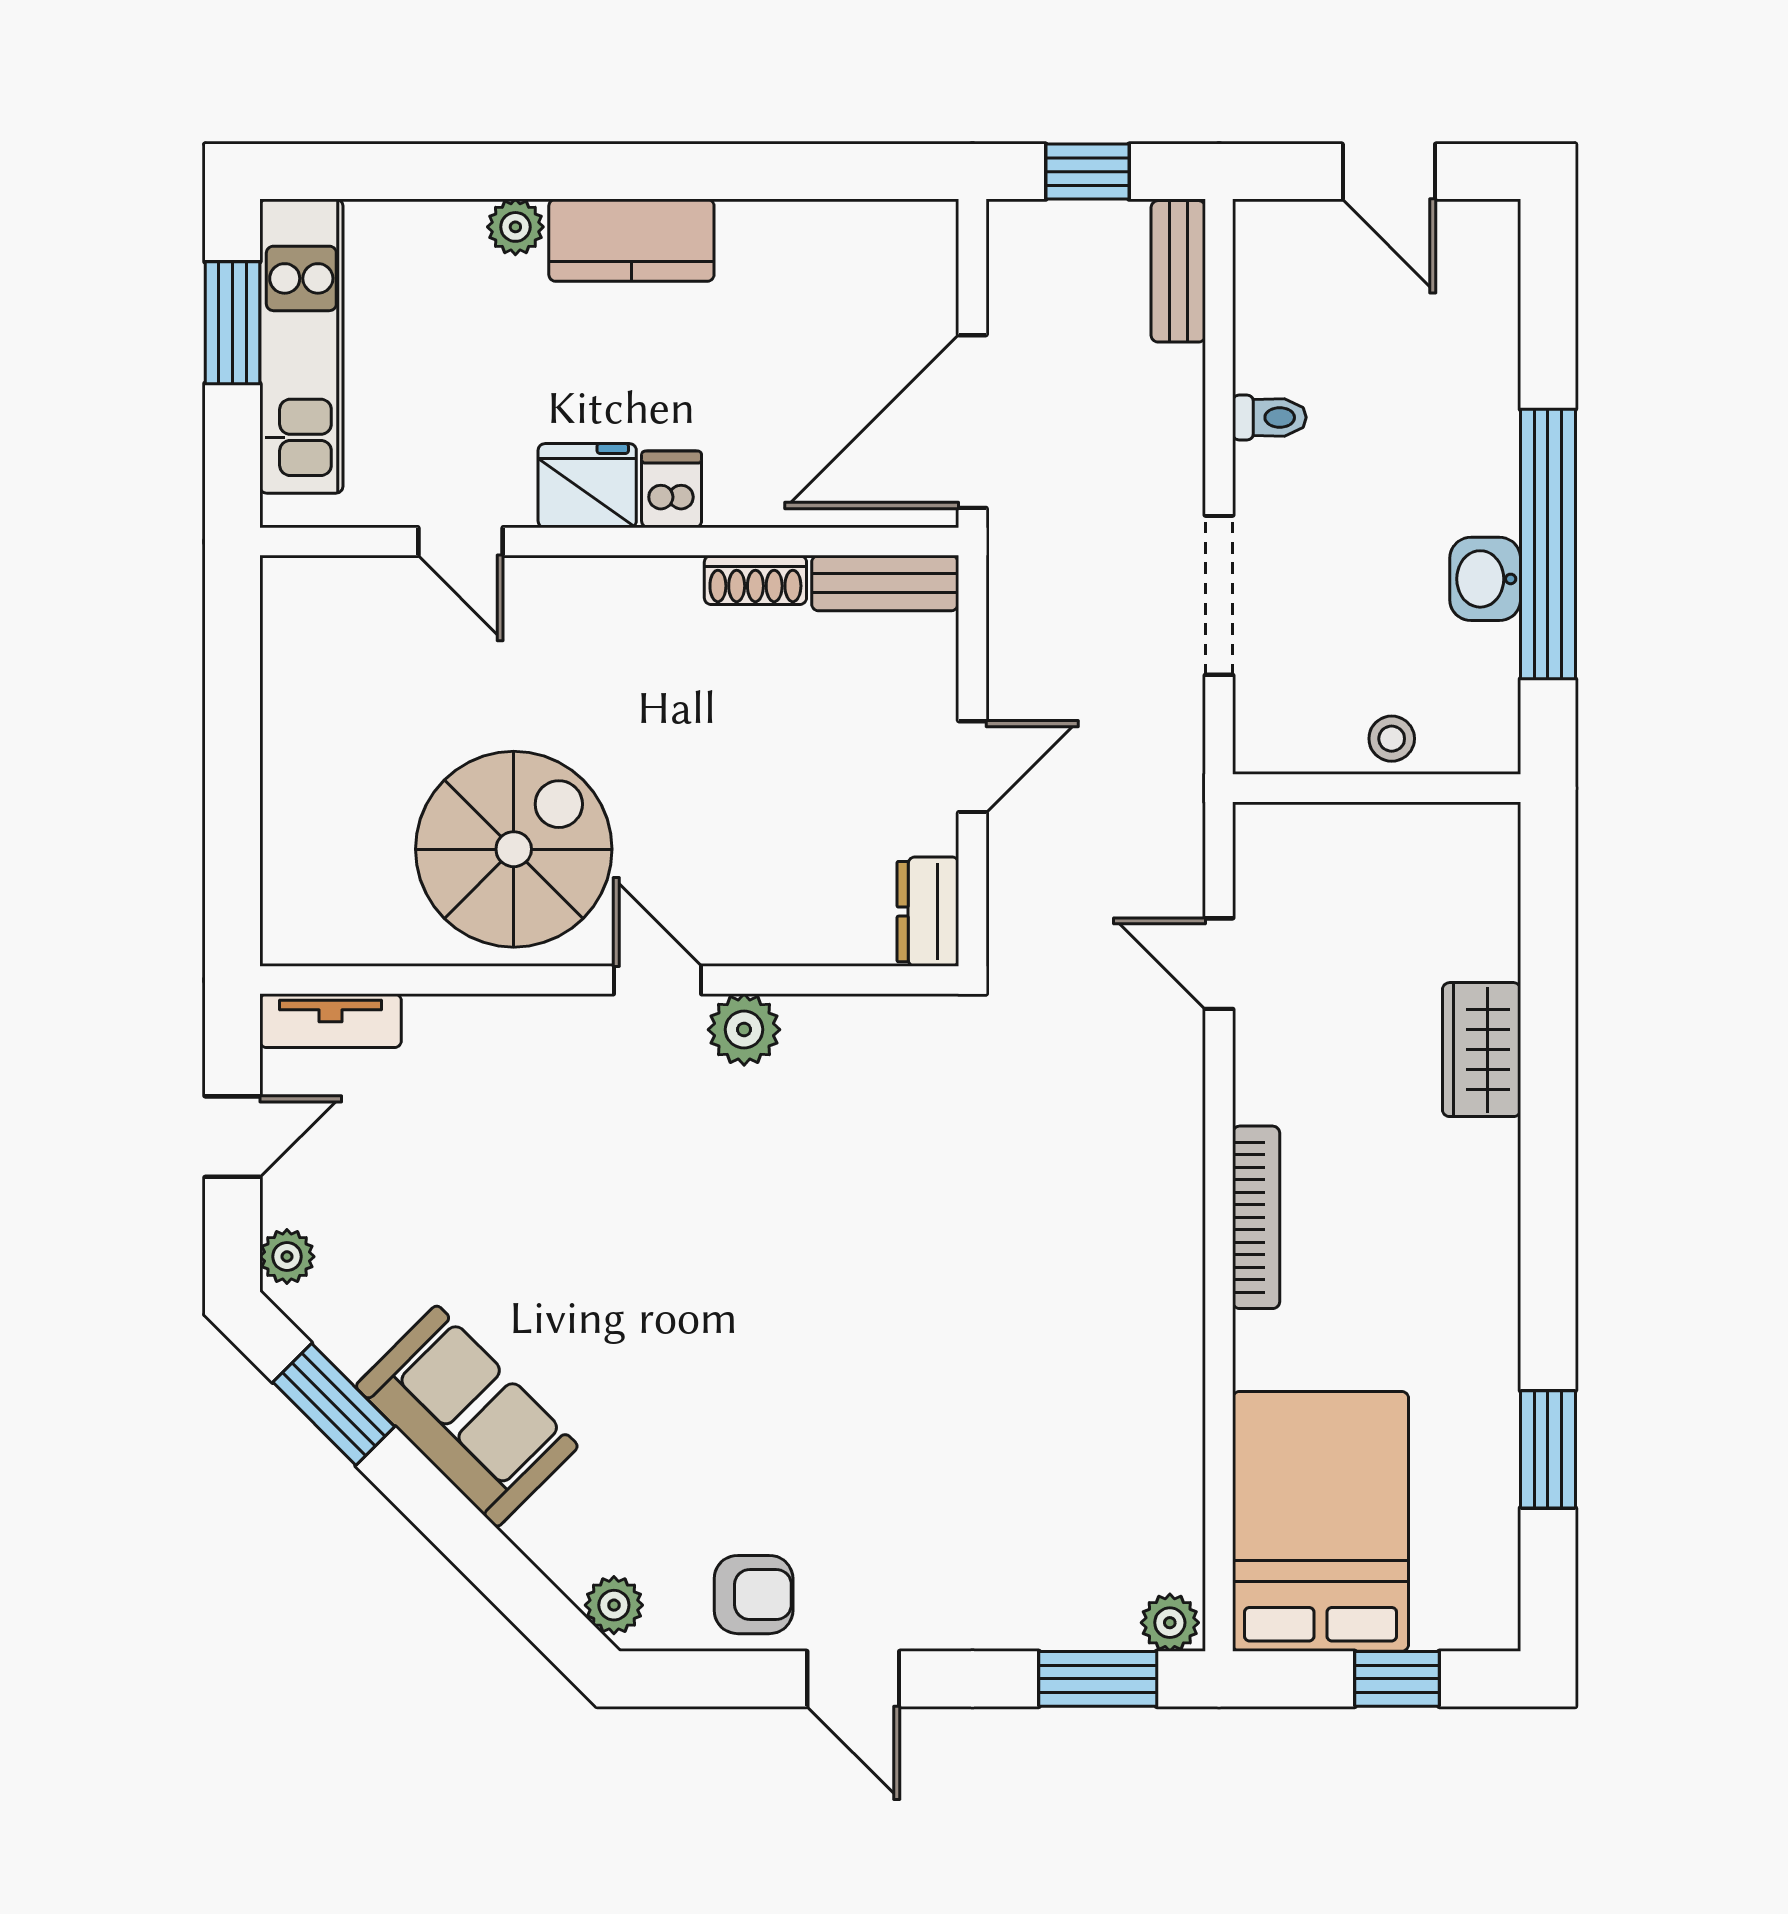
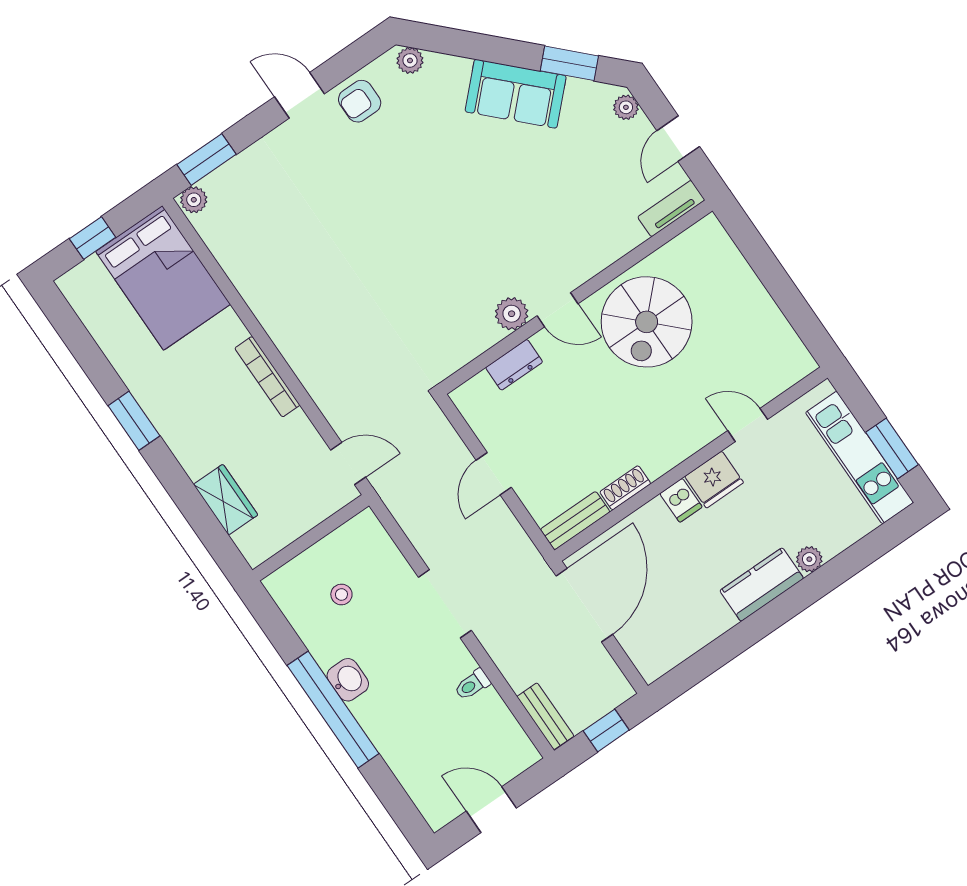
wall: (1377, 788) -> (311, 538), moved
dresser: (928, 912) -> (514, 365), moved, turned 90
window: (1548, 1449) -> (134, 421), moved

